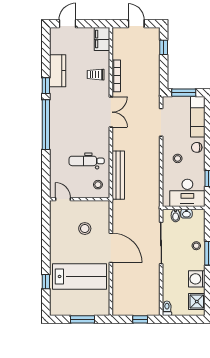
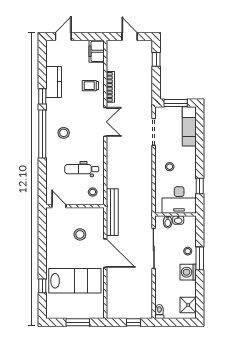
stool: (68, 123) -> (64, 133), added
chair: (197, 147) -> (188, 156), removed
bench: (118, 175) -> (112, 212), moved
washing machine: (197, 279) -> (188, 272), moved

